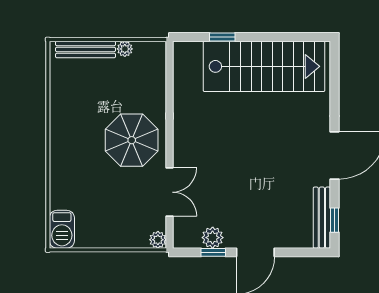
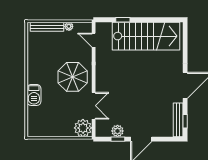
door: (169, 74) -> (94, 40), added
barbecue: (62, 229) -> (34, 95), moved
plant: (158, 240) -> (83, 128), width x1.88, depth x1.88

